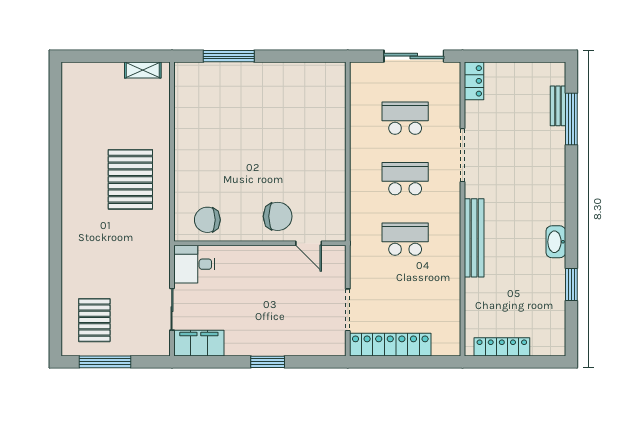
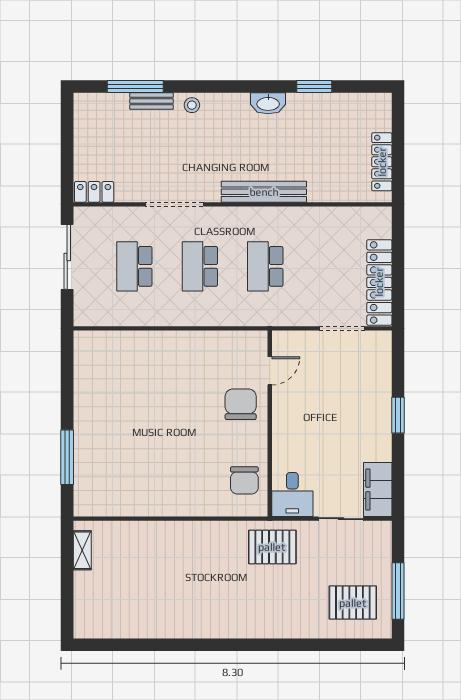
bench: (558, 106) -> (152, 101), moved
stool: (554, 171) -> (192, 105), added
pallet: (130, 179) -> (272, 547), moved, width x0.73, depth x0.71

